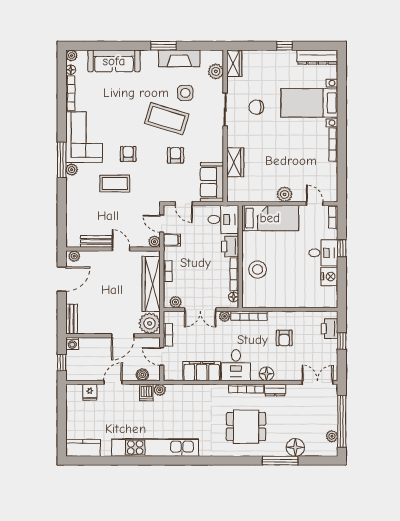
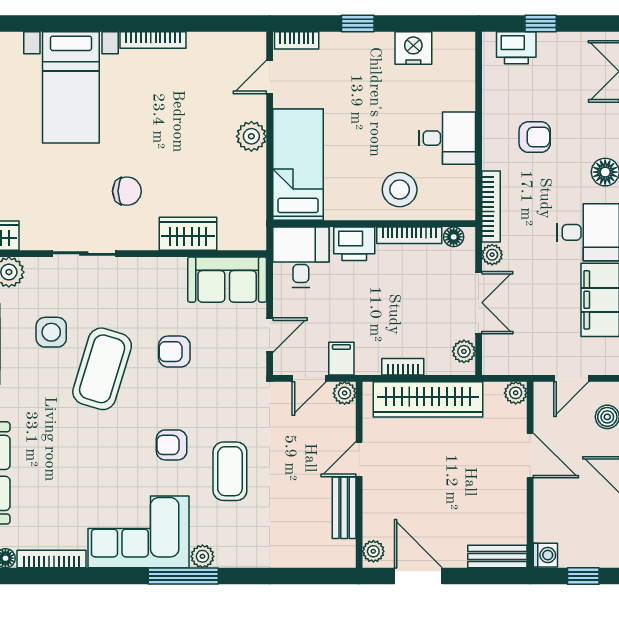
chair: (256, 107) -> (127, 191), moved, turned -90
desk: (323, 253) -> (447, 138), moved, turned 90
plant: (150, 323) -> (516, 393), width x0.53, depth x0.53
bookcase: (168, 335) -> (528, 366), removed

